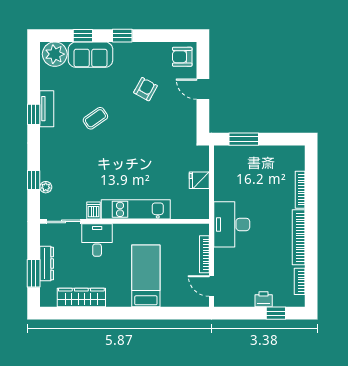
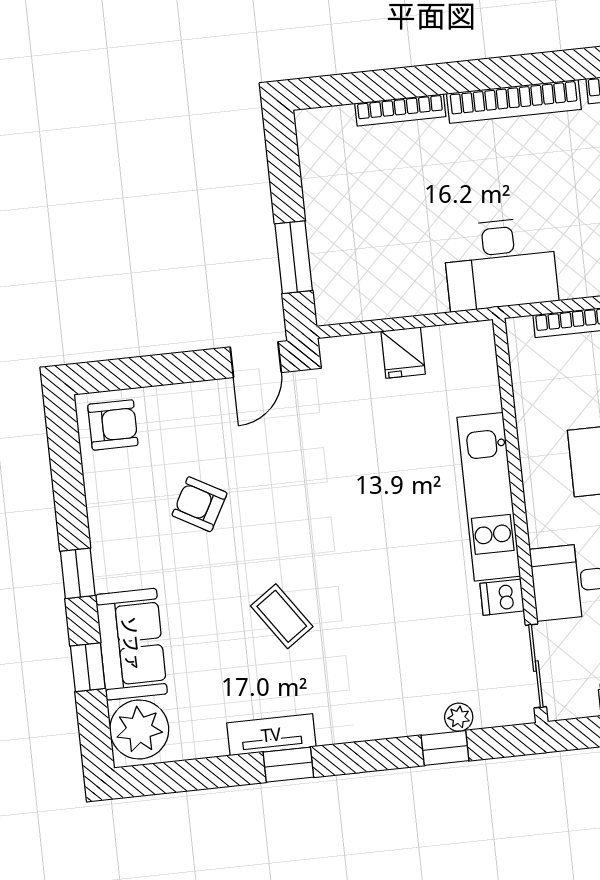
armchair: (182, 57) -> (113, 425), turned -90
door: (203, 89) -> (256, 360), moved

